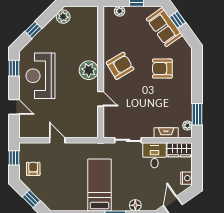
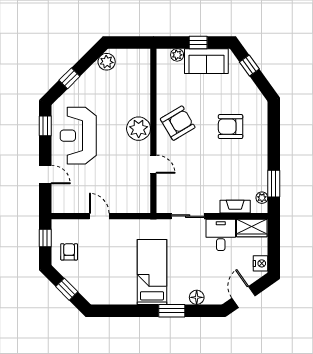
sofa: (164, 27) -> (206, 61), moved, turned -54

